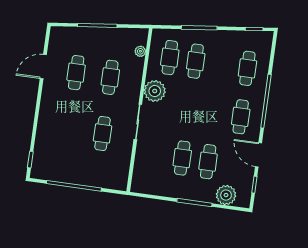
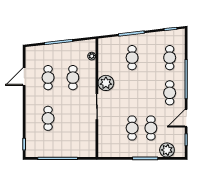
cafe table: (170, 58) -> (113, 58), removed
cafe table: (103, 133) -> (48, 118), moved
door: (258, 155) -> (186, 118), hinge flipped

